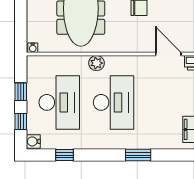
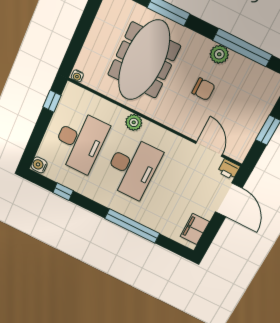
window: (21, 92) -> (52, 101), moved
window: (21, 121) -> (35, 141), removed
window: (138, 155) -> (132, 226), width x2.11

